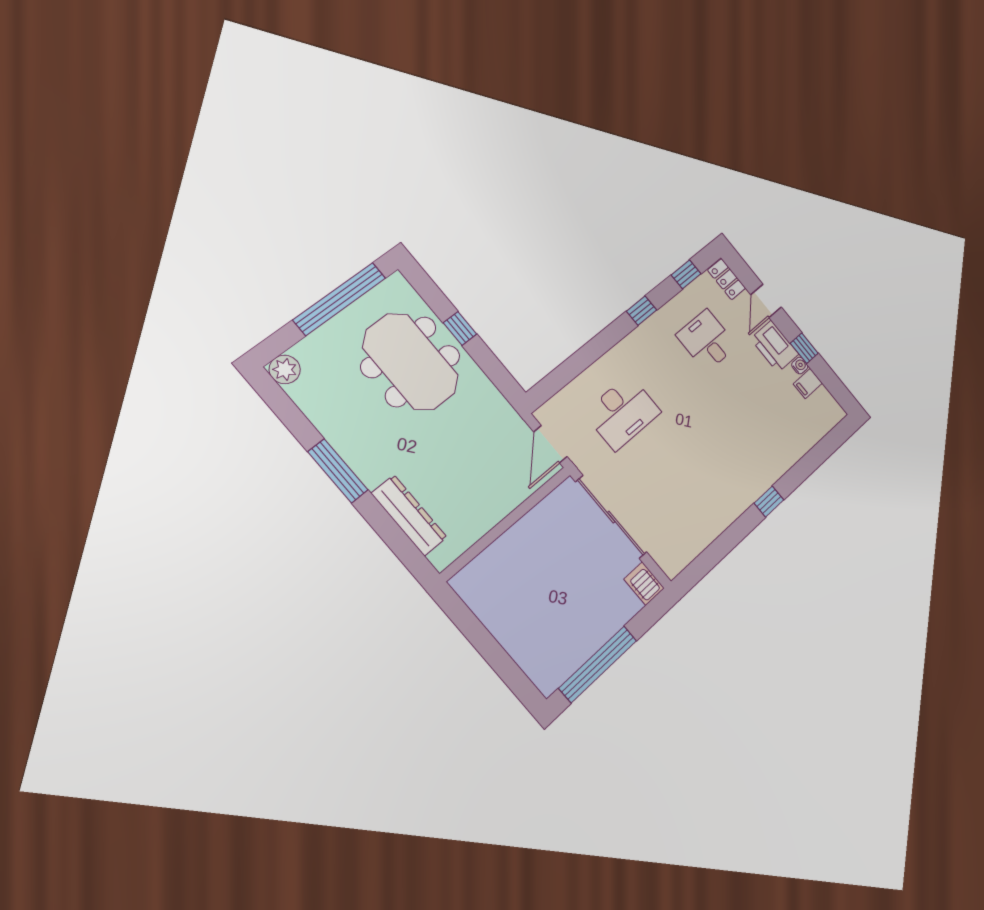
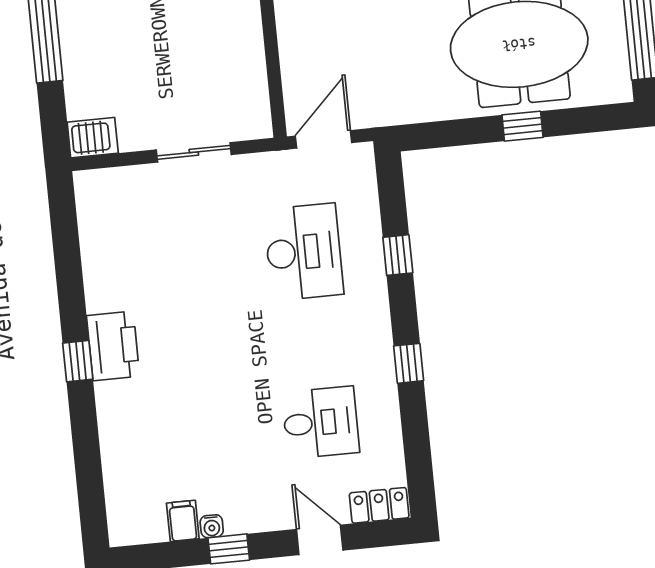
window: (686, 274) -> (398, 255), moved
printer: (775, 346) -> (113, 346), moved, turned 90
desk: (622, 412) -> (304, 252), turned 180
door: (550, 444) -> (323, 139), hinge flipped
sliding door: (611, 517) -> (194, 152), width x0.54

